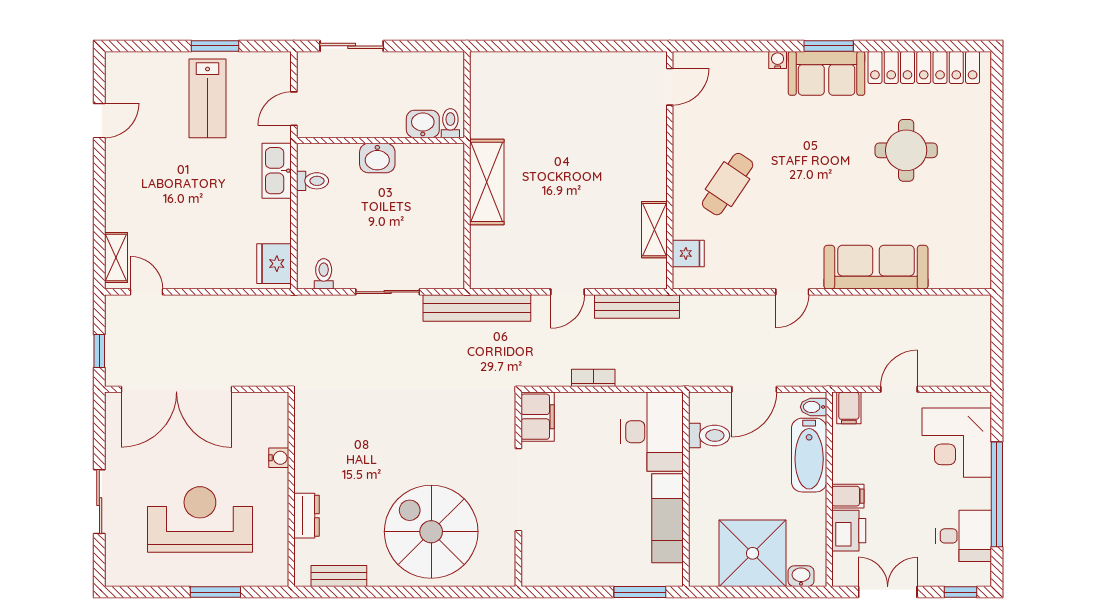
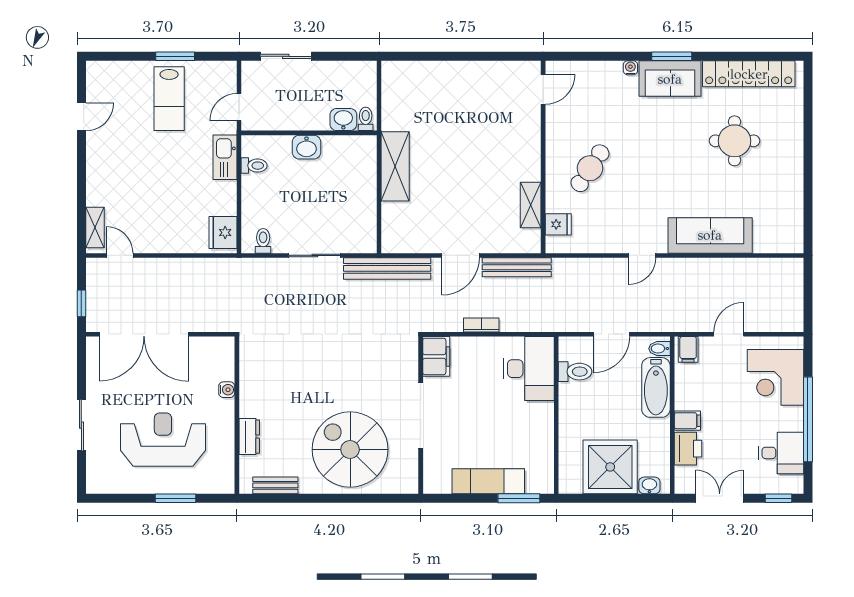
door: (568, 292) -> (460, 255), width x1.37
exam couch: (668, 518) -> (488, 481), moved, turned 90

